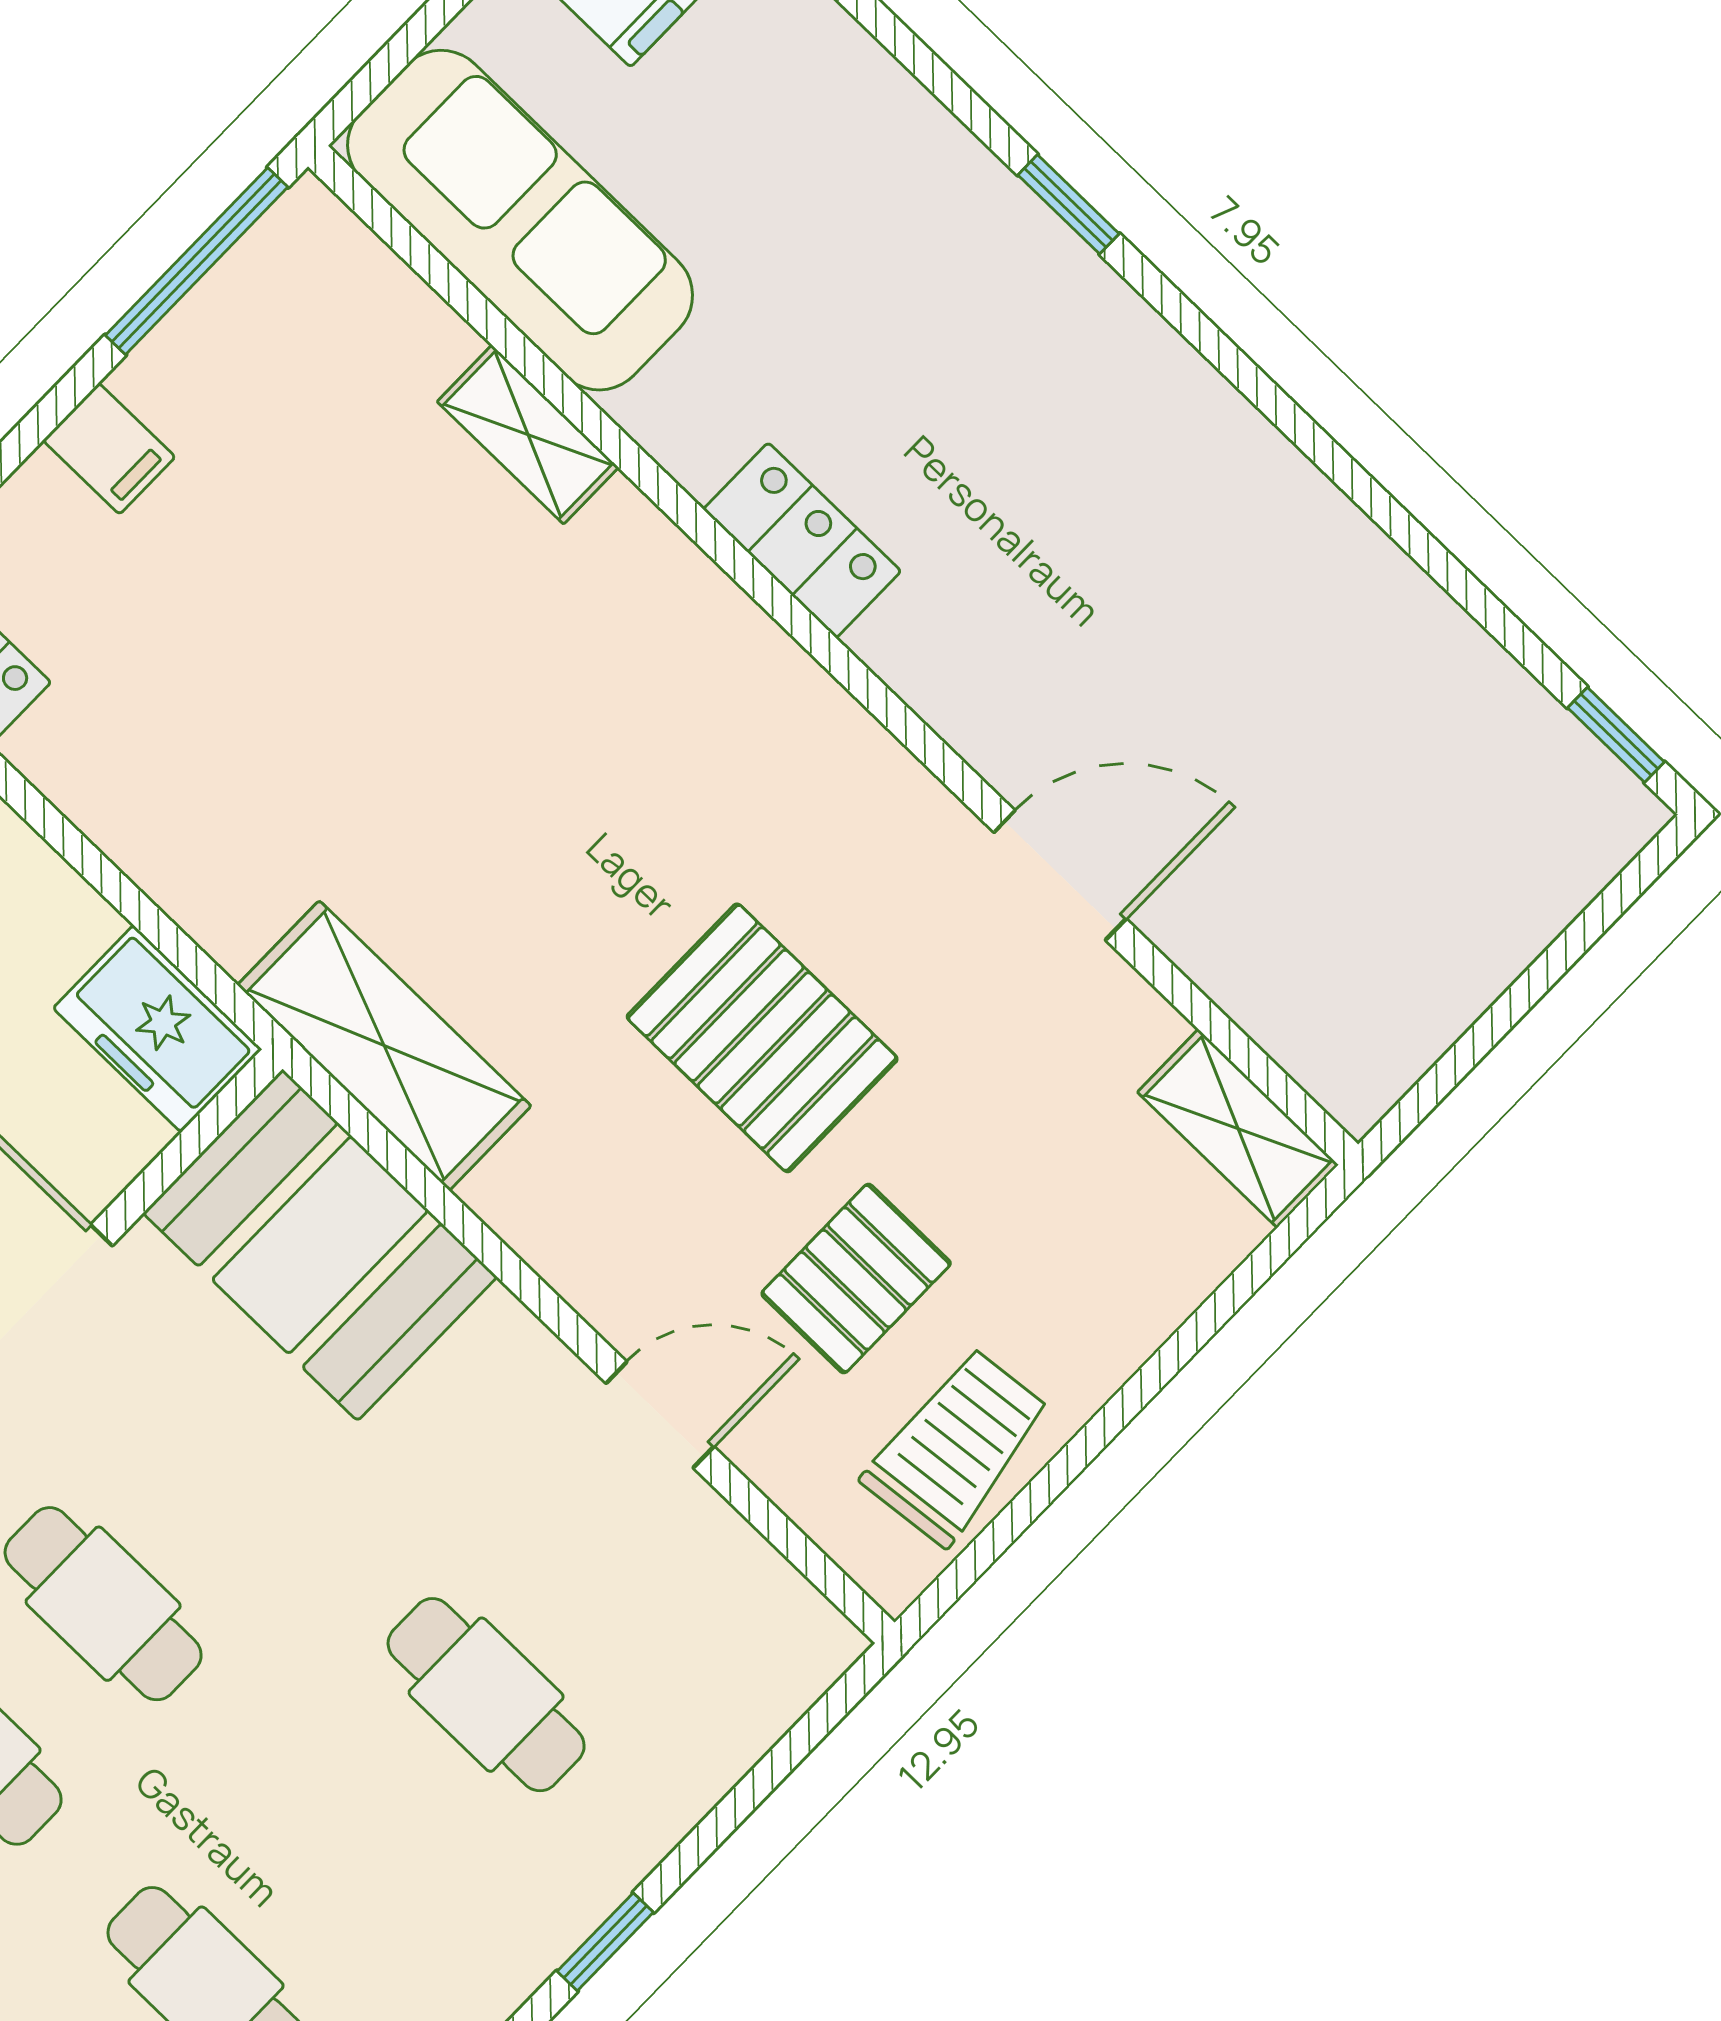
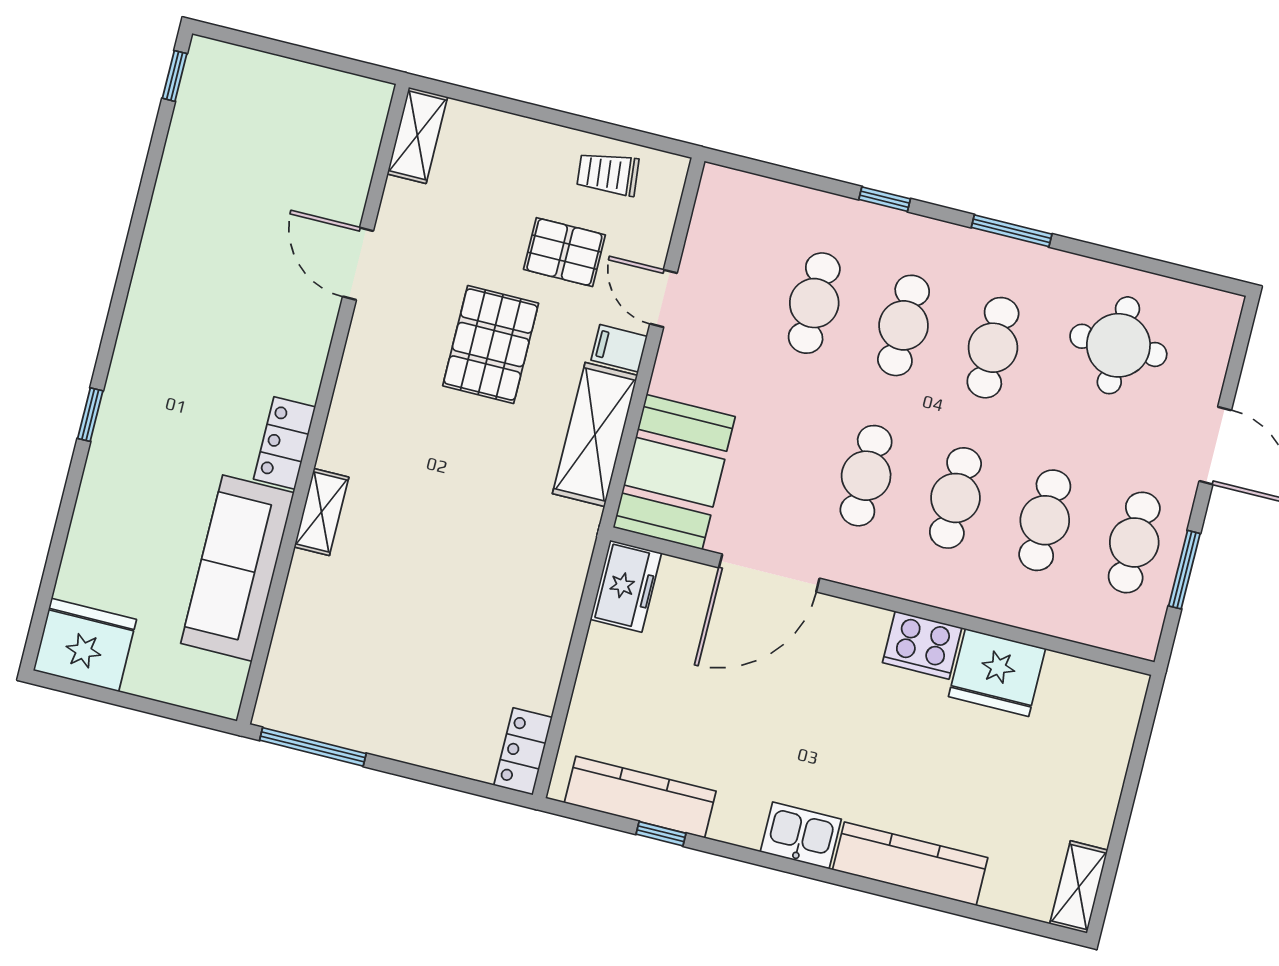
sofa: (520, 220) -> (237, 568), moved
shelving: (528, 434) -> (321, 512), moved
filing cabinet: (109, 449) -> (619, 348), moved, turned -90
shelving: (384, 1046) -> (595, 435), moved
trolley: (956, 1446) -> (608, 174), width x0.73, depth x0.72
cafe table: (346, 1839) -> (904, 325), added

